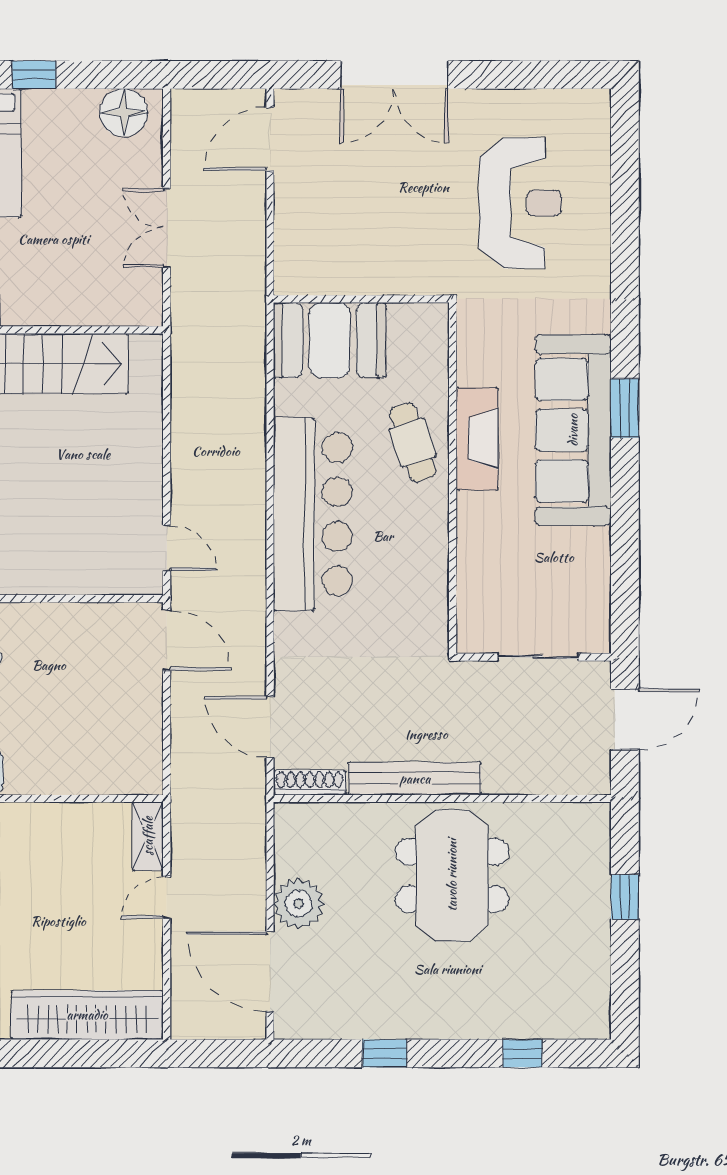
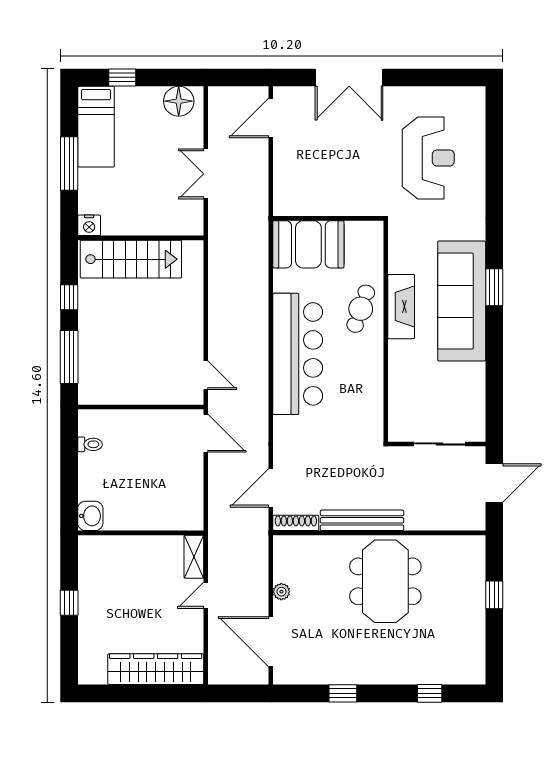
cafe table: (413, 442) -> (361, 309), turned 37
door: (270, 727) -> (271, 488), hinge flipped
plant: (299, 904) -> (281, 592), width x0.53, depth x0.53

